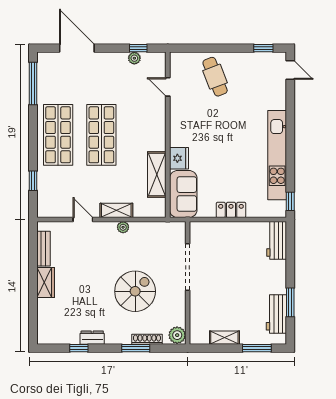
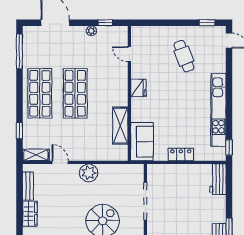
plant: (134, 58) -> (91, 31), moved
cafe table: (215, 77) -> (184, 56), moved
fridge: (179, 158) -> (138, 88), moved
shelving: (116, 210) -> (36, 155), moved
plant: (123, 227) -> (89, 173), width x1.88, depth x1.88

